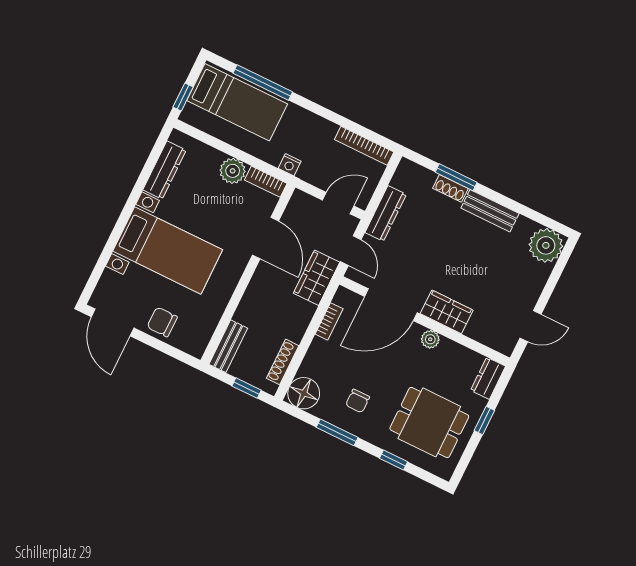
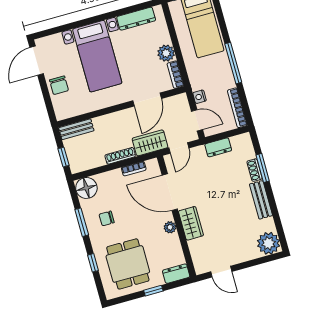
window: (263, 83) -> (233, 63), moved
nightstand: (290, 165) -> (200, 97), moved
dresser: (386, 213) -> (218, 147), width x0.70
chair: (162, 322) -> (59, 85), turned 180
shoe rack: (283, 362) -> (120, 156), moved

